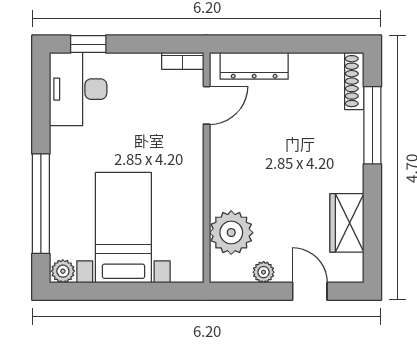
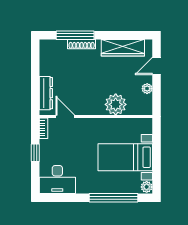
window: (88, 44) -> (35, 153), moved
shoe rack: (354, 81) -> (82, 44), moved
wardrobe: (347, 223) -> (123, 48), width x1.50
plant: (231, 233) -> (116, 104), moved

